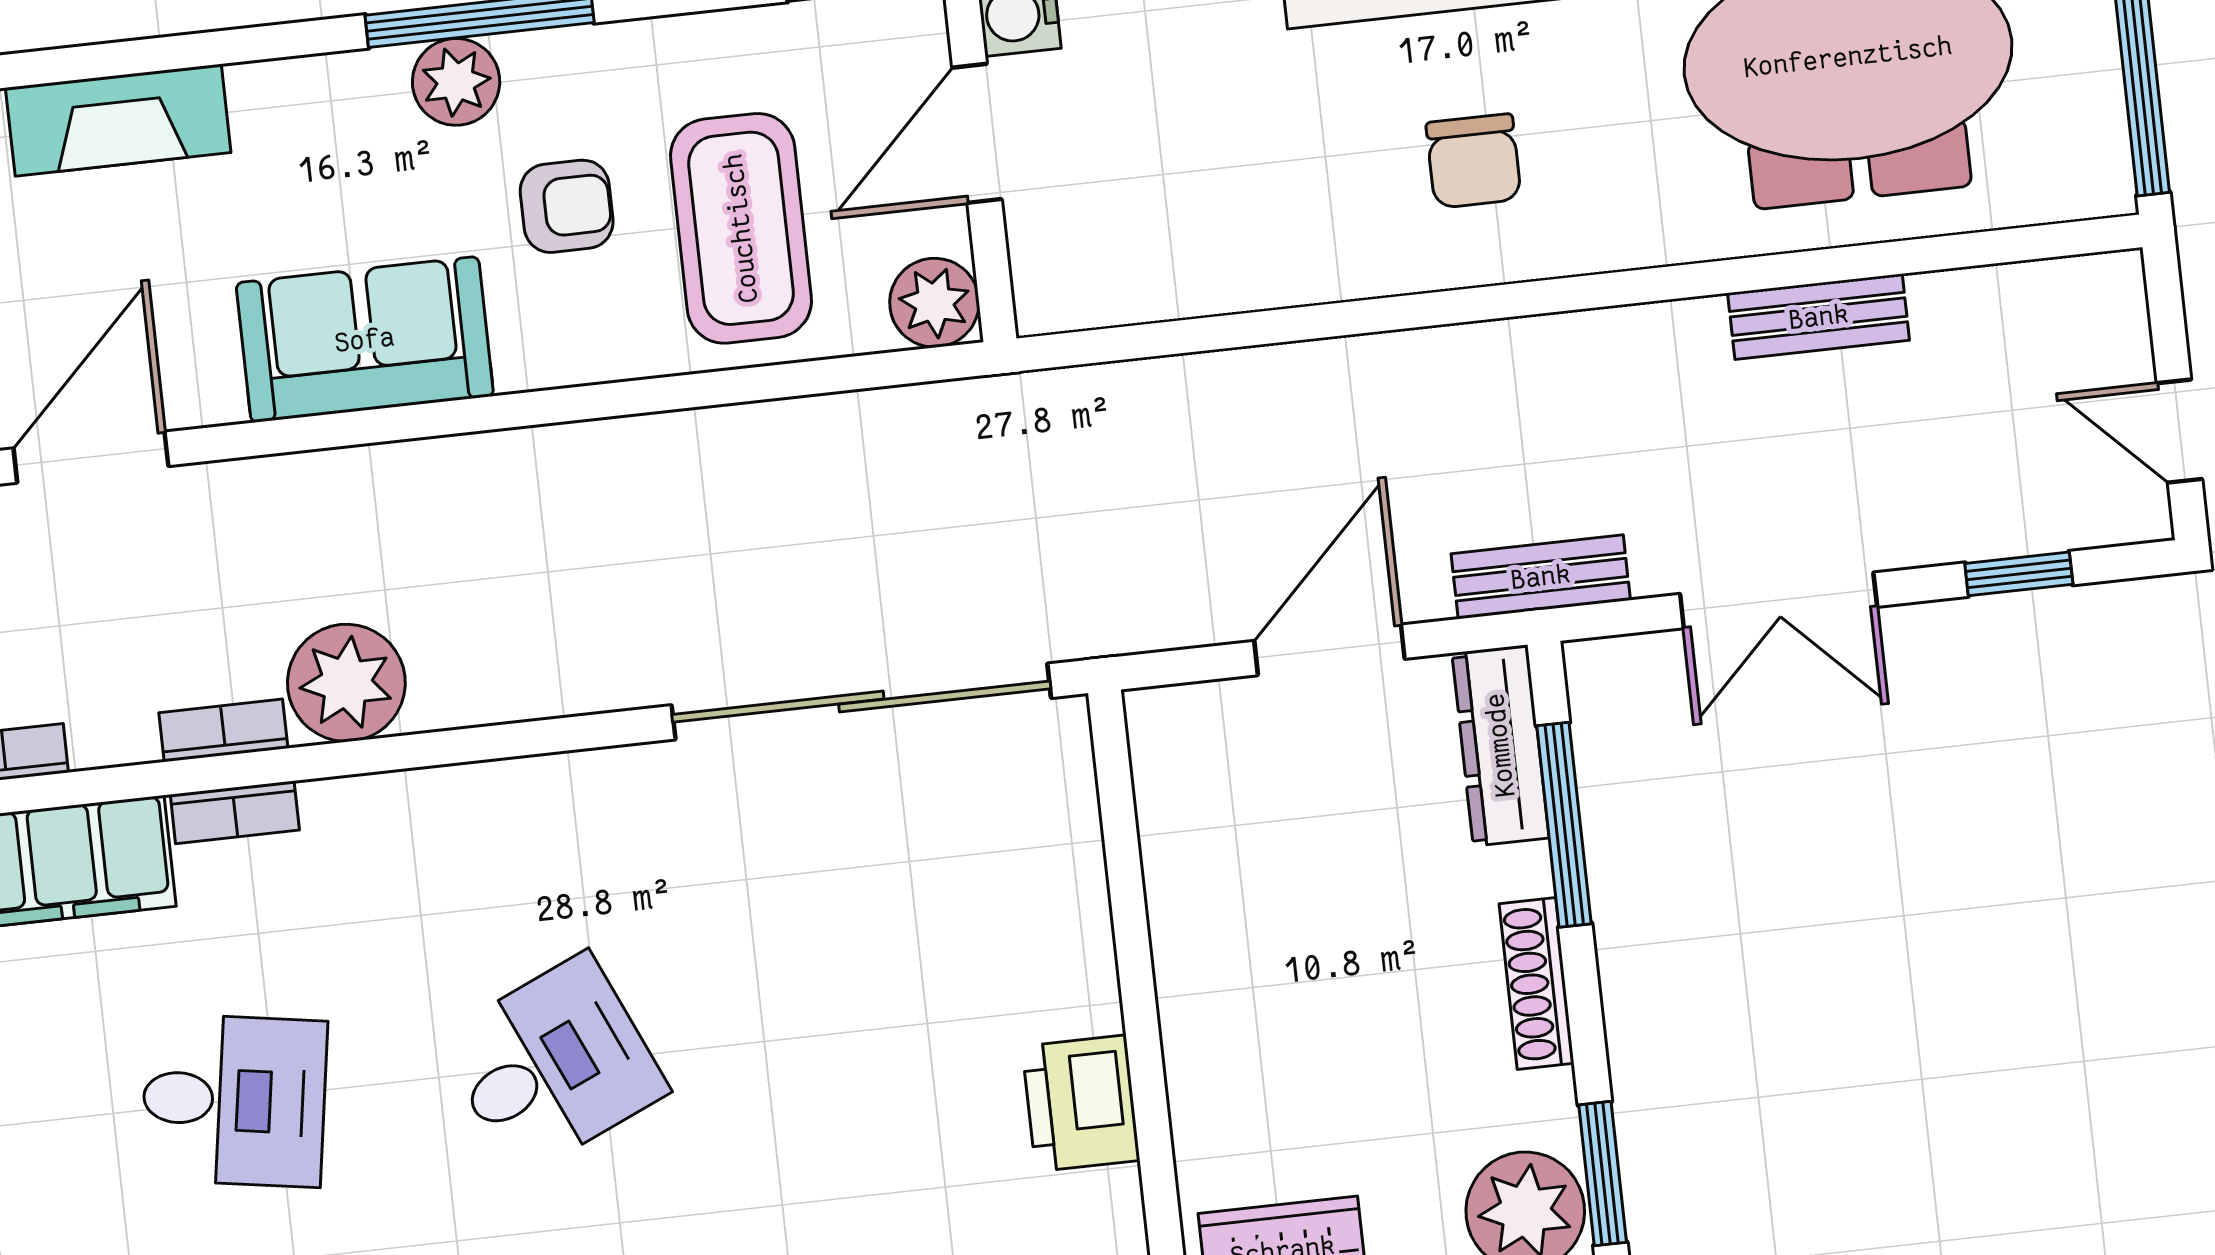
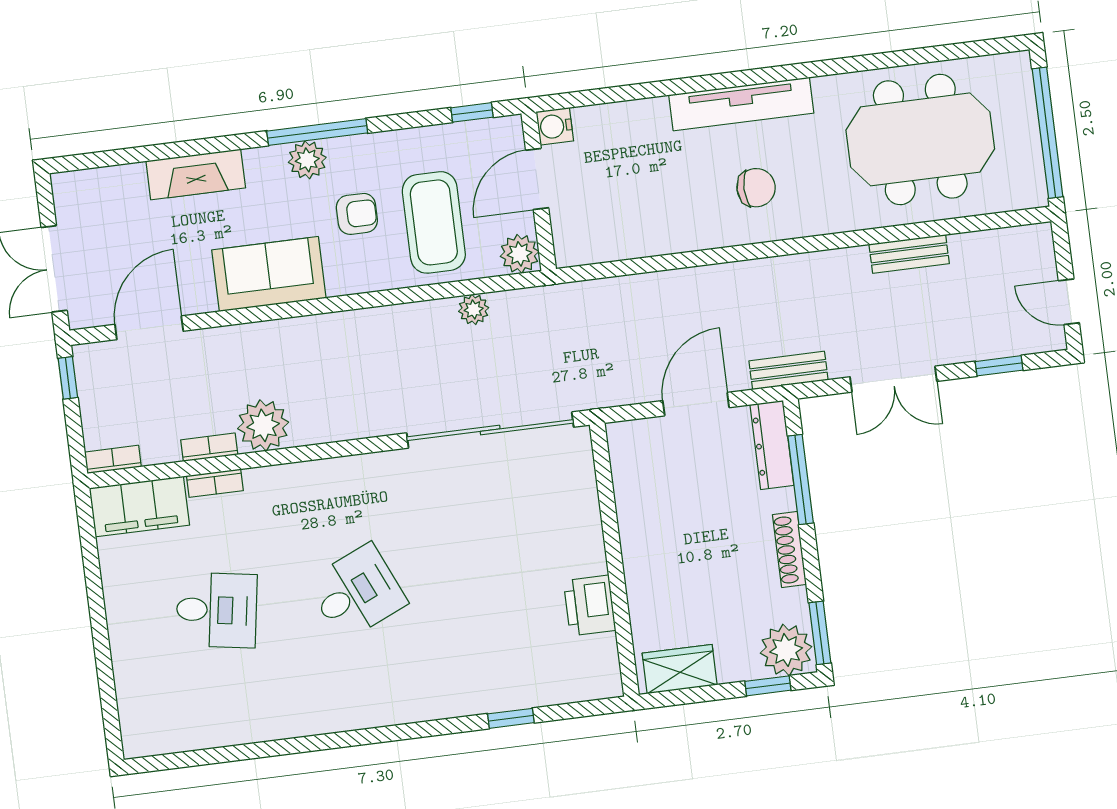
fireplace: (118, 120) -> (196, 174), moved
chair: (1474, 161) -> (756, 188), turned -90
plant: (828, 427) -> (474, 309), added

